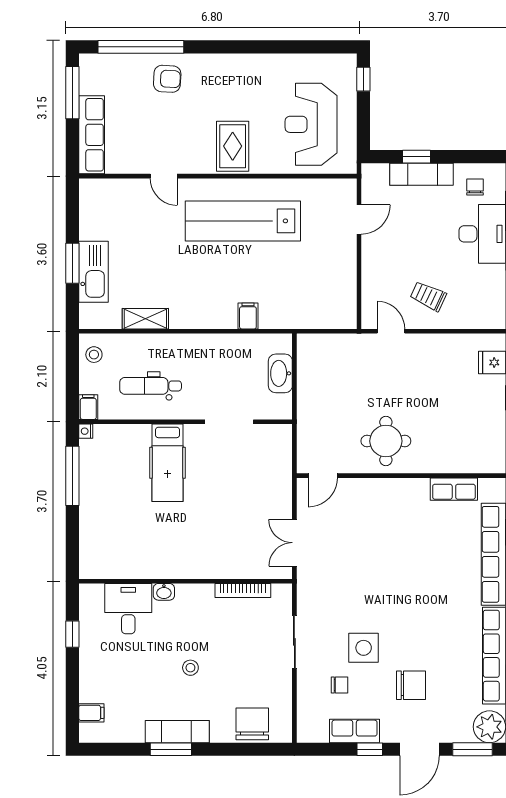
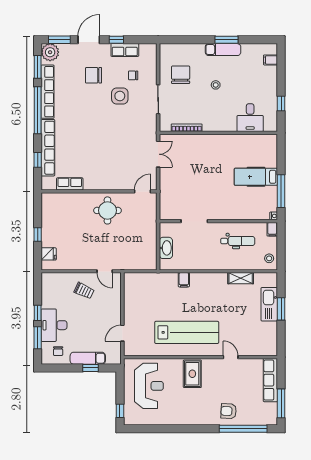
hospital bed: (168, 463) -> (256, 177), moved, turned -90
washbasin: (164, 592) -> (230, 127), removed
chair: (252, 724) -> (181, 75), moved, turned 180

